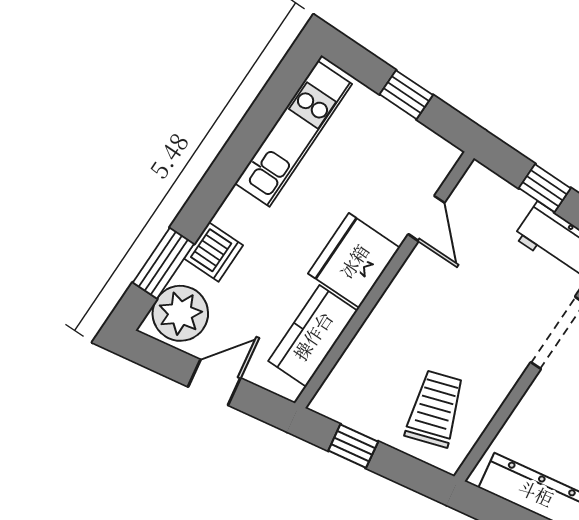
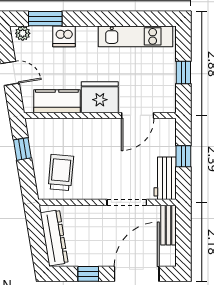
door: (426, 218) -> (138, 115), width x1.38
plant: (180, 313) -> (23, 33), width x0.53, depth x0.53
trolley: (435, 409) -> (61, 173), turned -67

